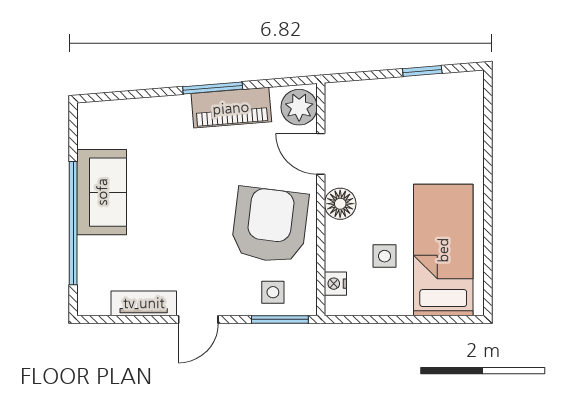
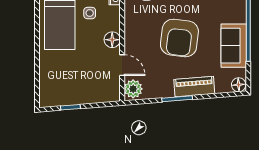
piano: (231, 108) -> (194, 87), moved
floor lamp: (92, 115) -> (239, 85), added
armchair: (270, 225) -> (179, 38), moved

